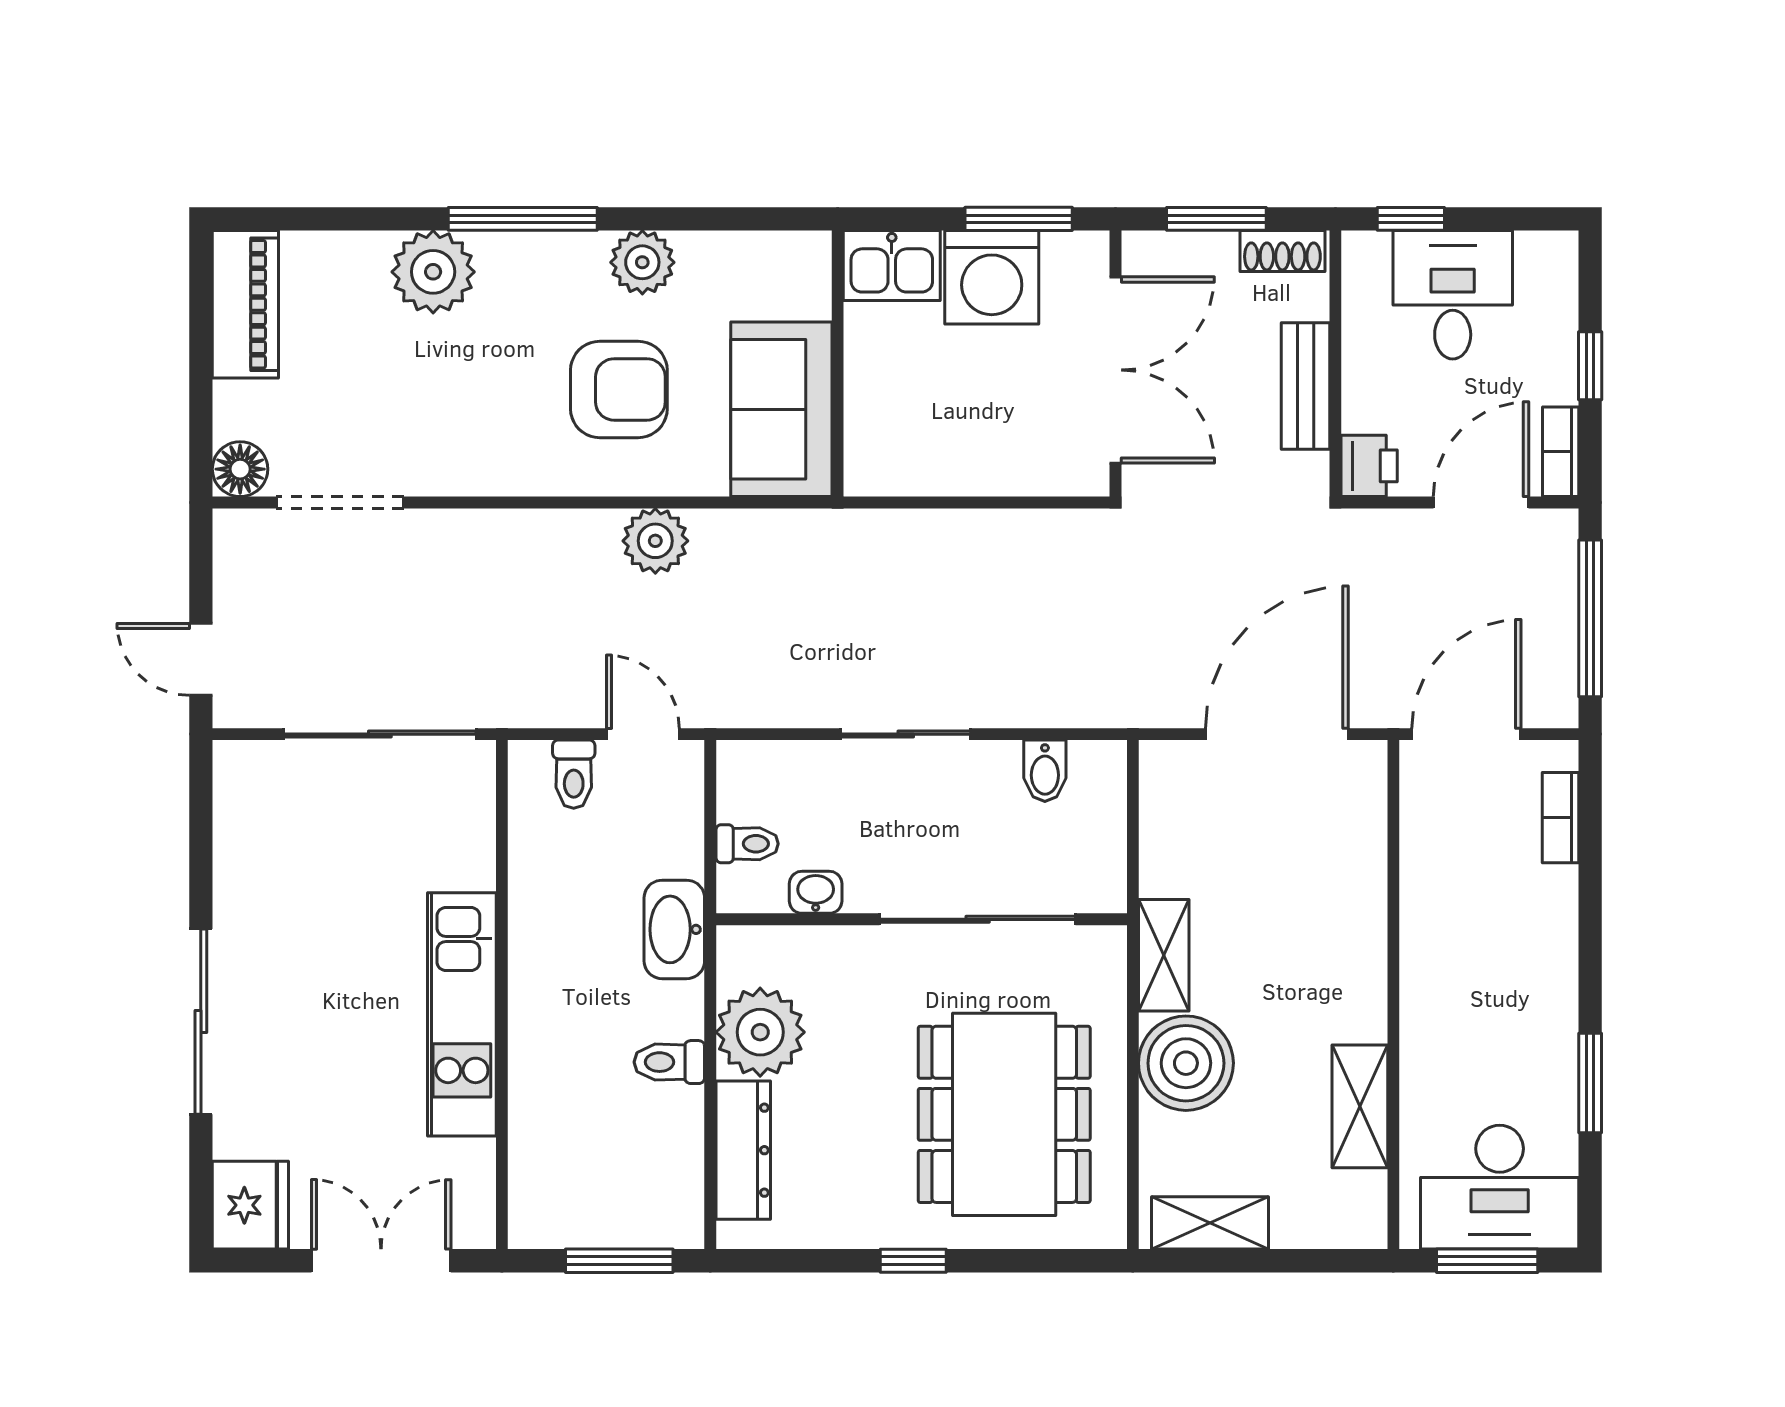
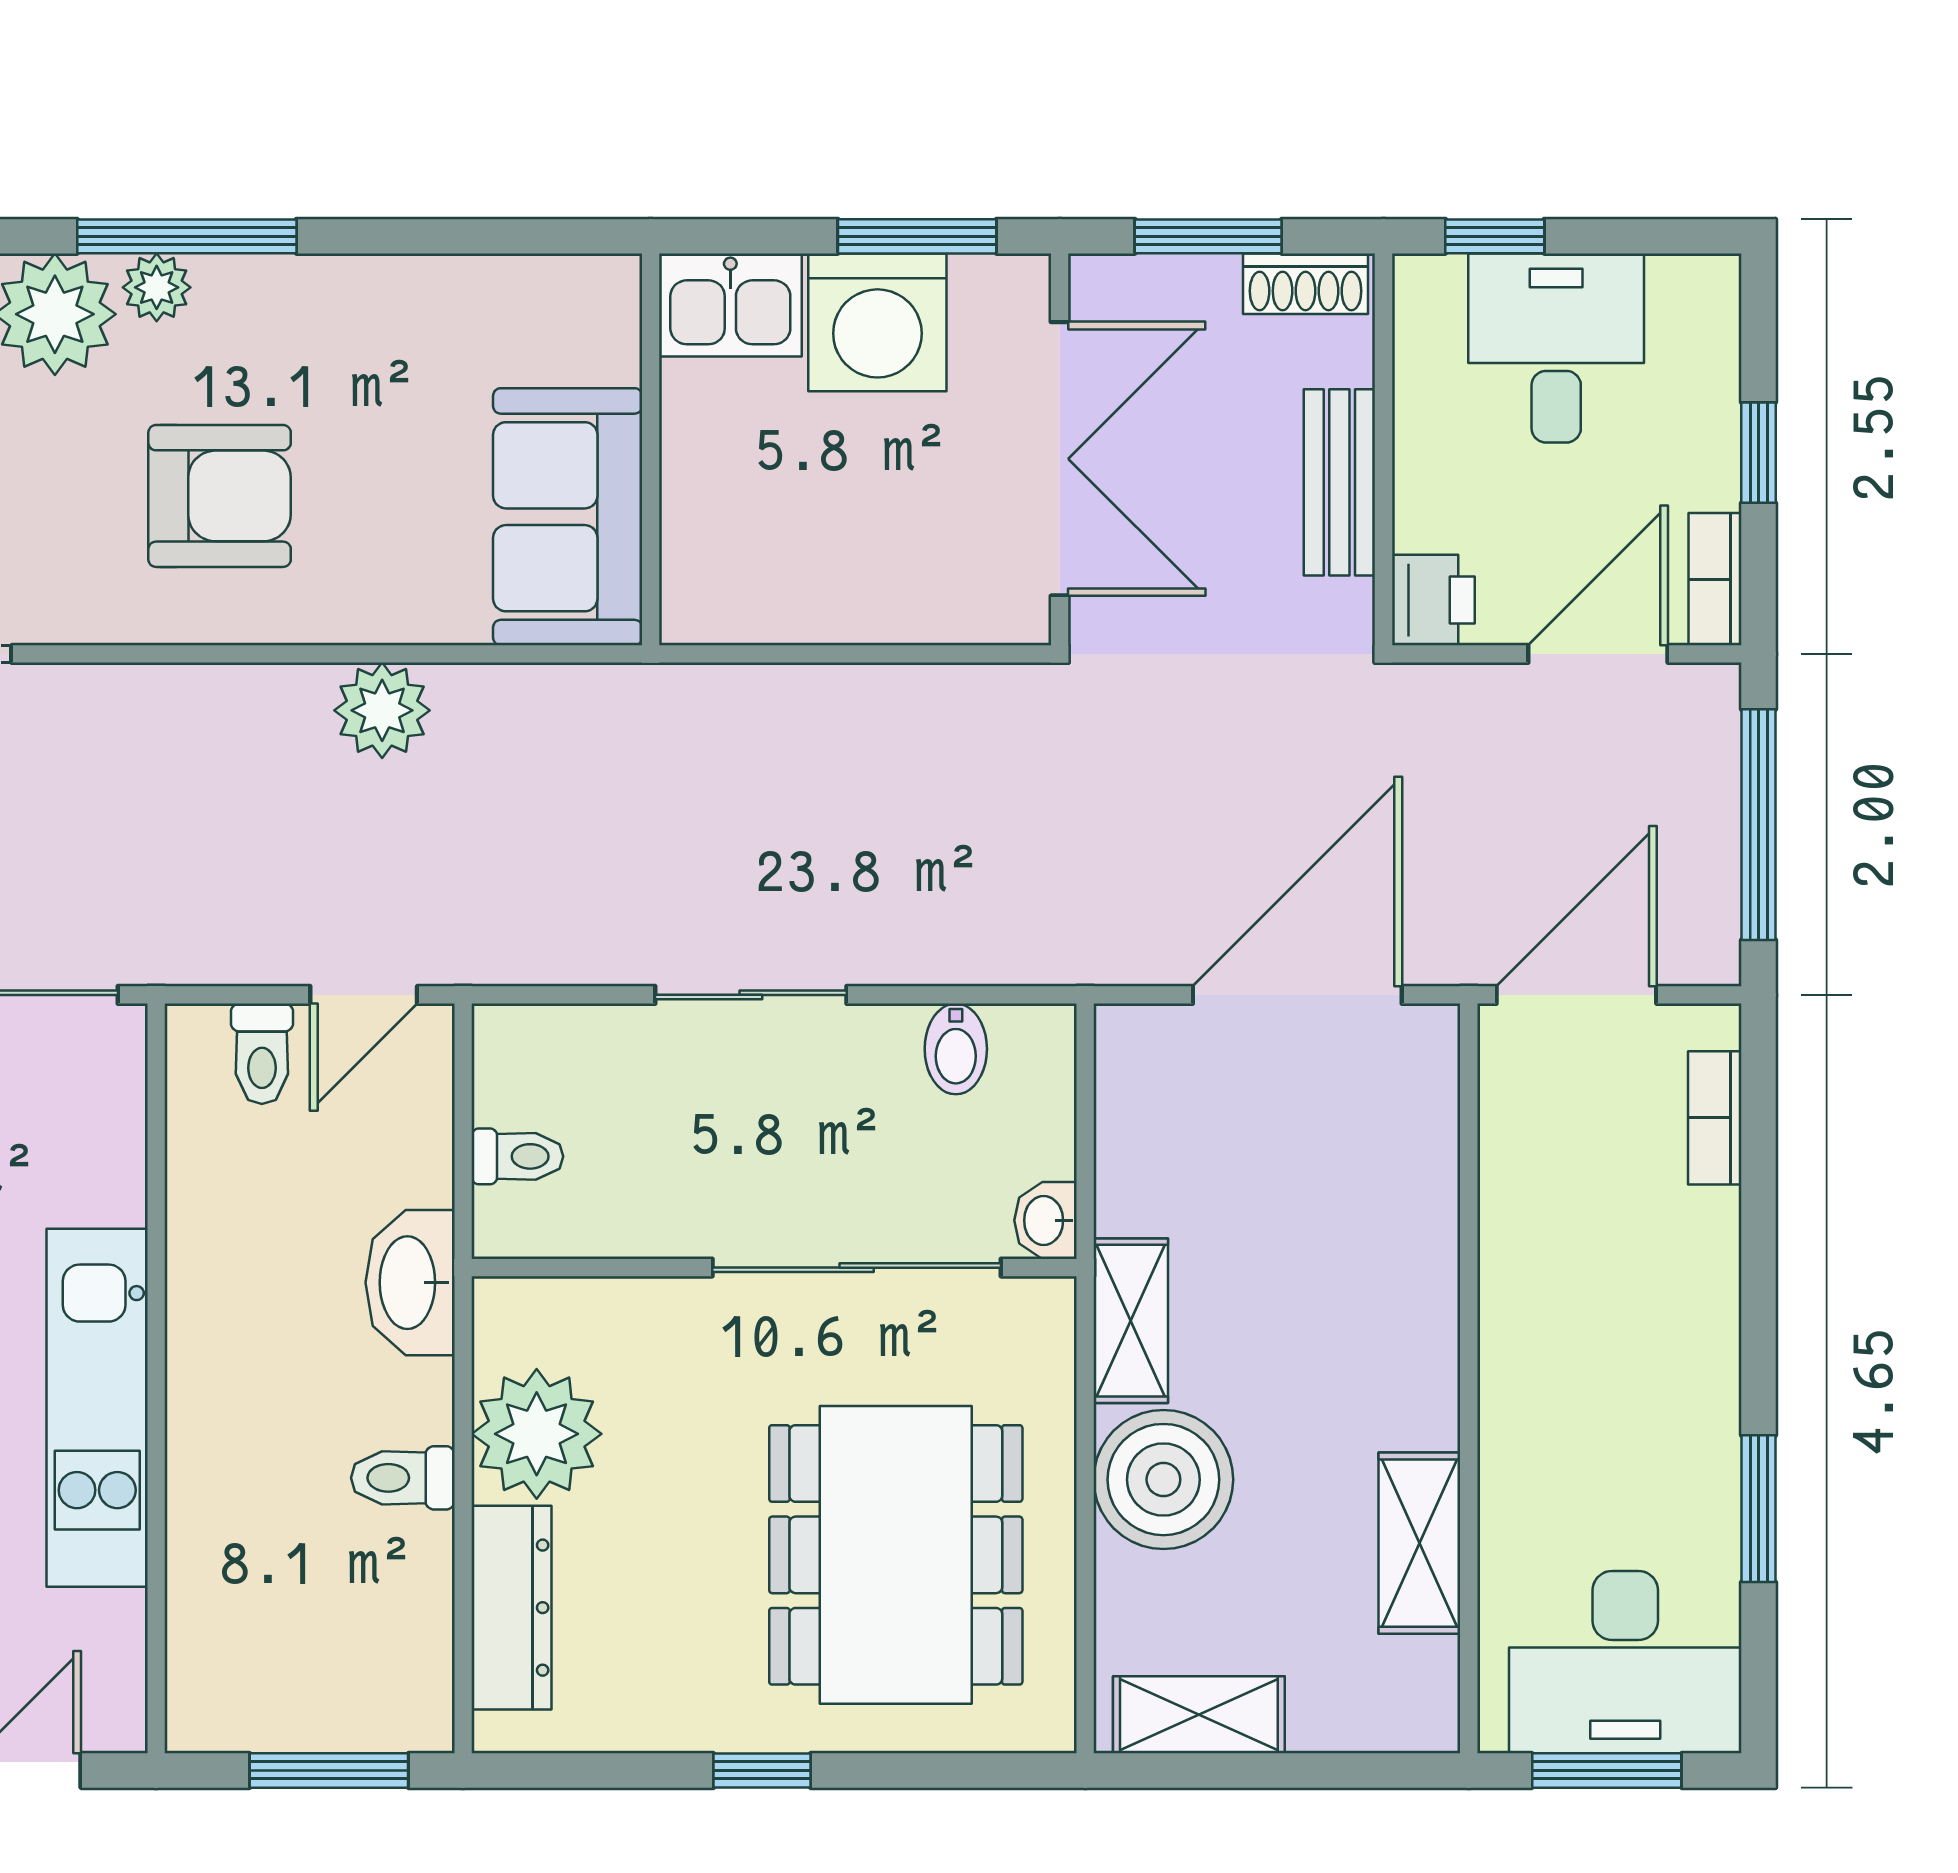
plant: (642, 262) -> (157, 287), moved, width x0.73, depth x0.73
armchair: (619, 389) -> (220, 496), moved
door: (643, 734) -> (364, 995), swing flipped
washbasin: (816, 892) -> (1045, 1220), moved, turned -90

